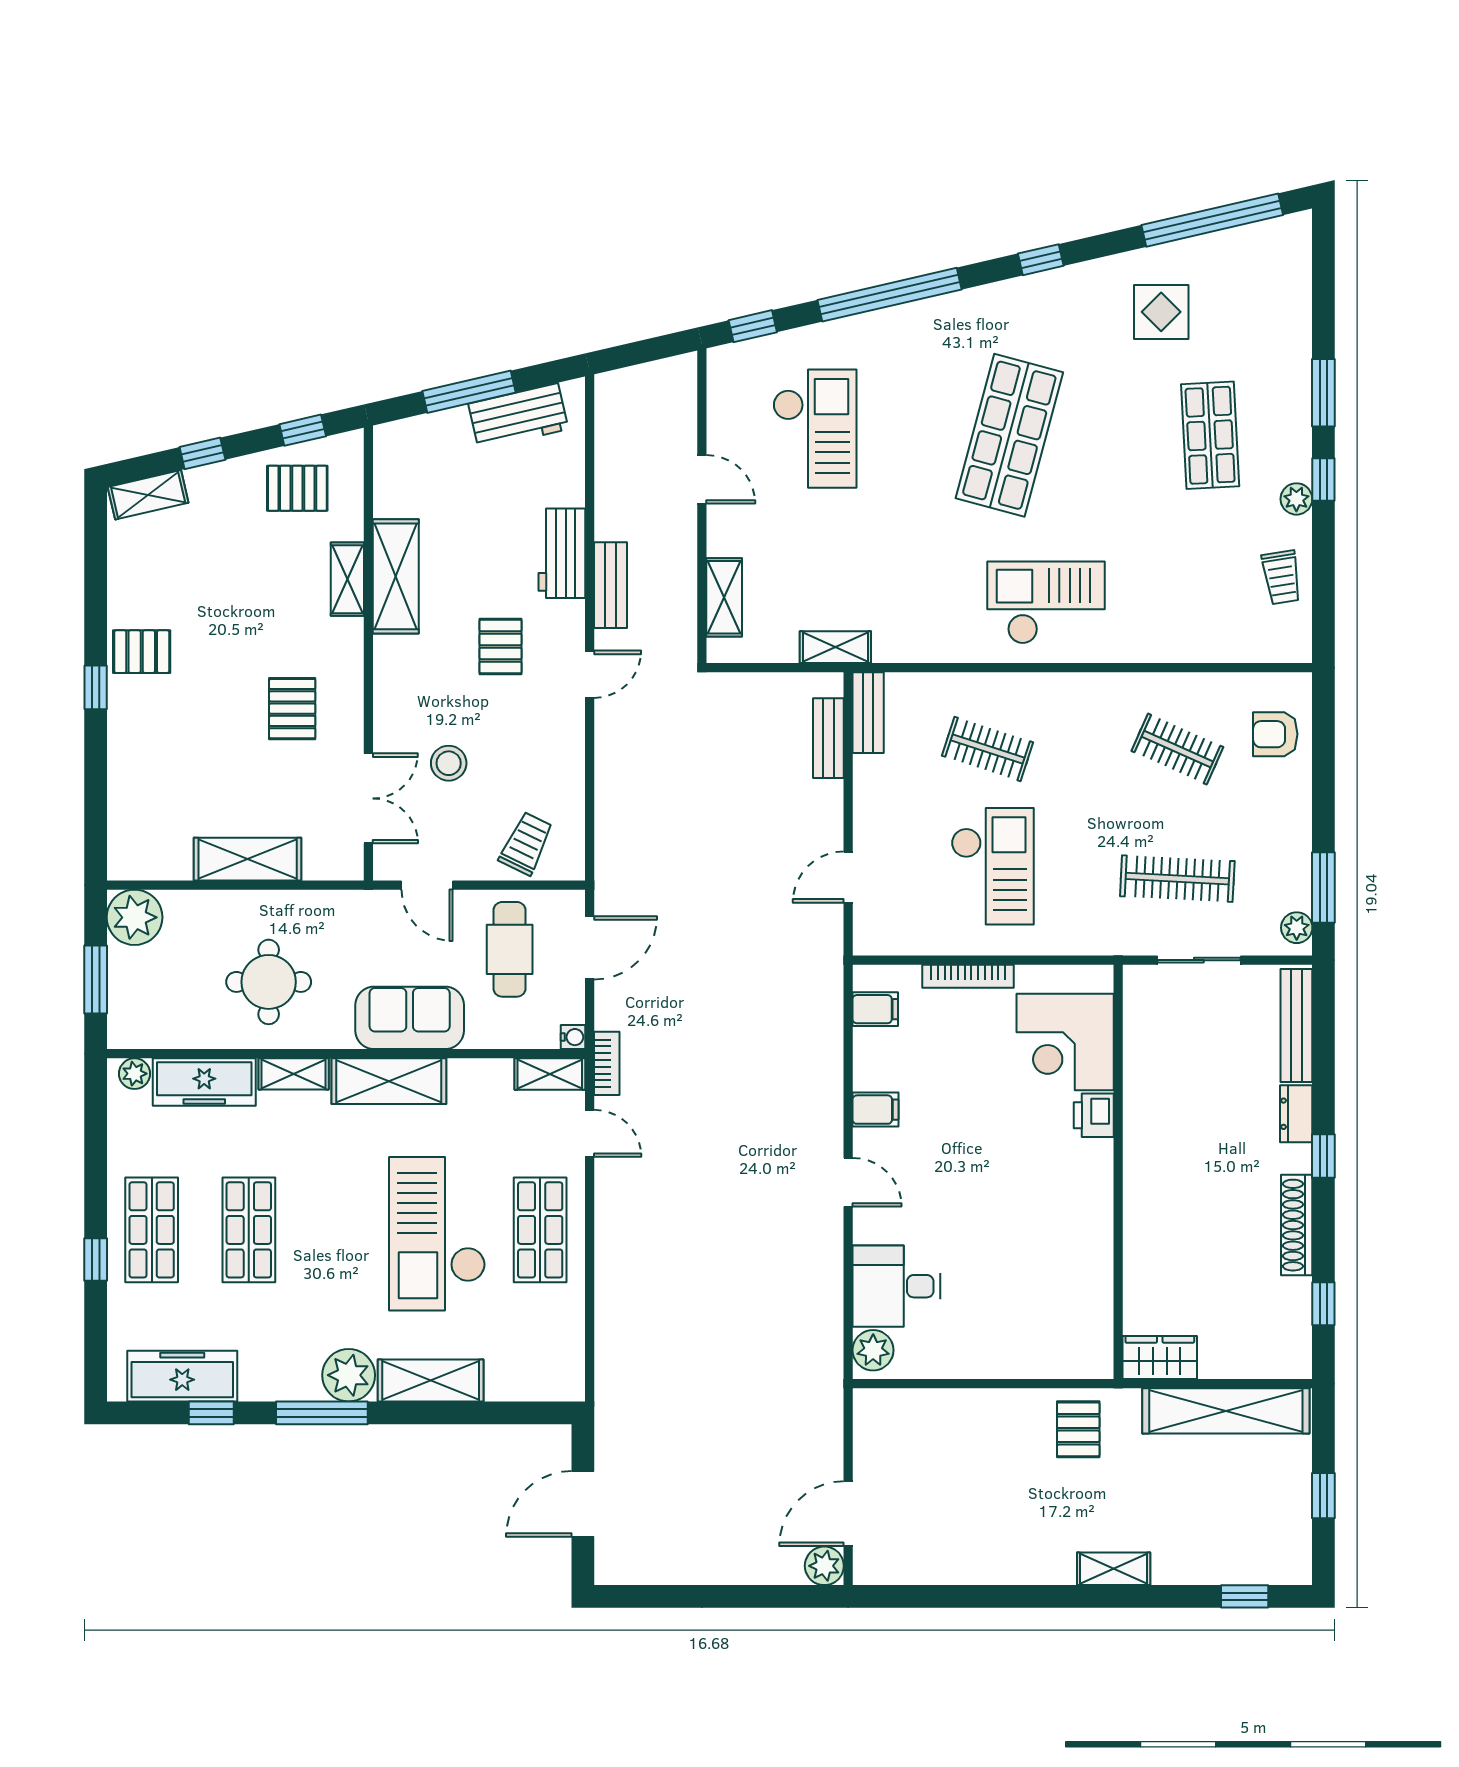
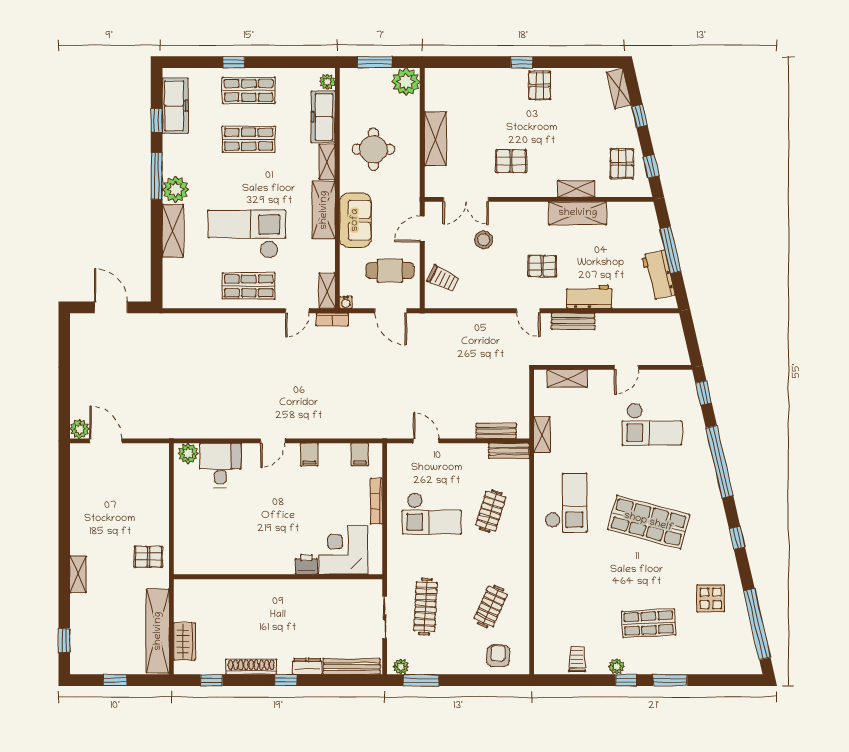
trolley: (1282, 577) -> (577, 659), turned 99
checkout: (1046, 603) -> (566, 503), moved
wardrobe: (1160, 1357) -> (184, 641), moved

